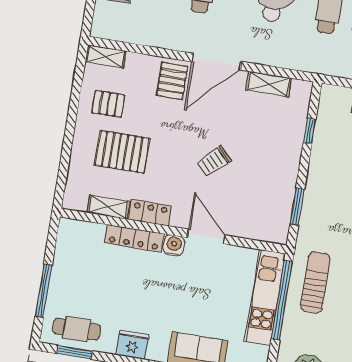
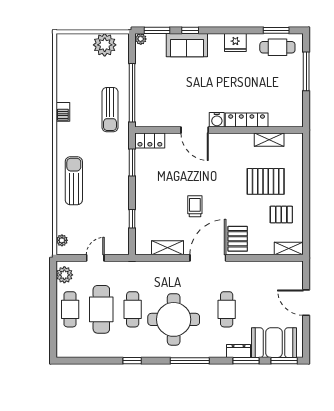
trolley: (214, 161) -> (195, 206), moved, turned -46
locker: (150, 213) -> (150, 140), moved
kitchen unit: (265, 297) -> (145, 93), removed

